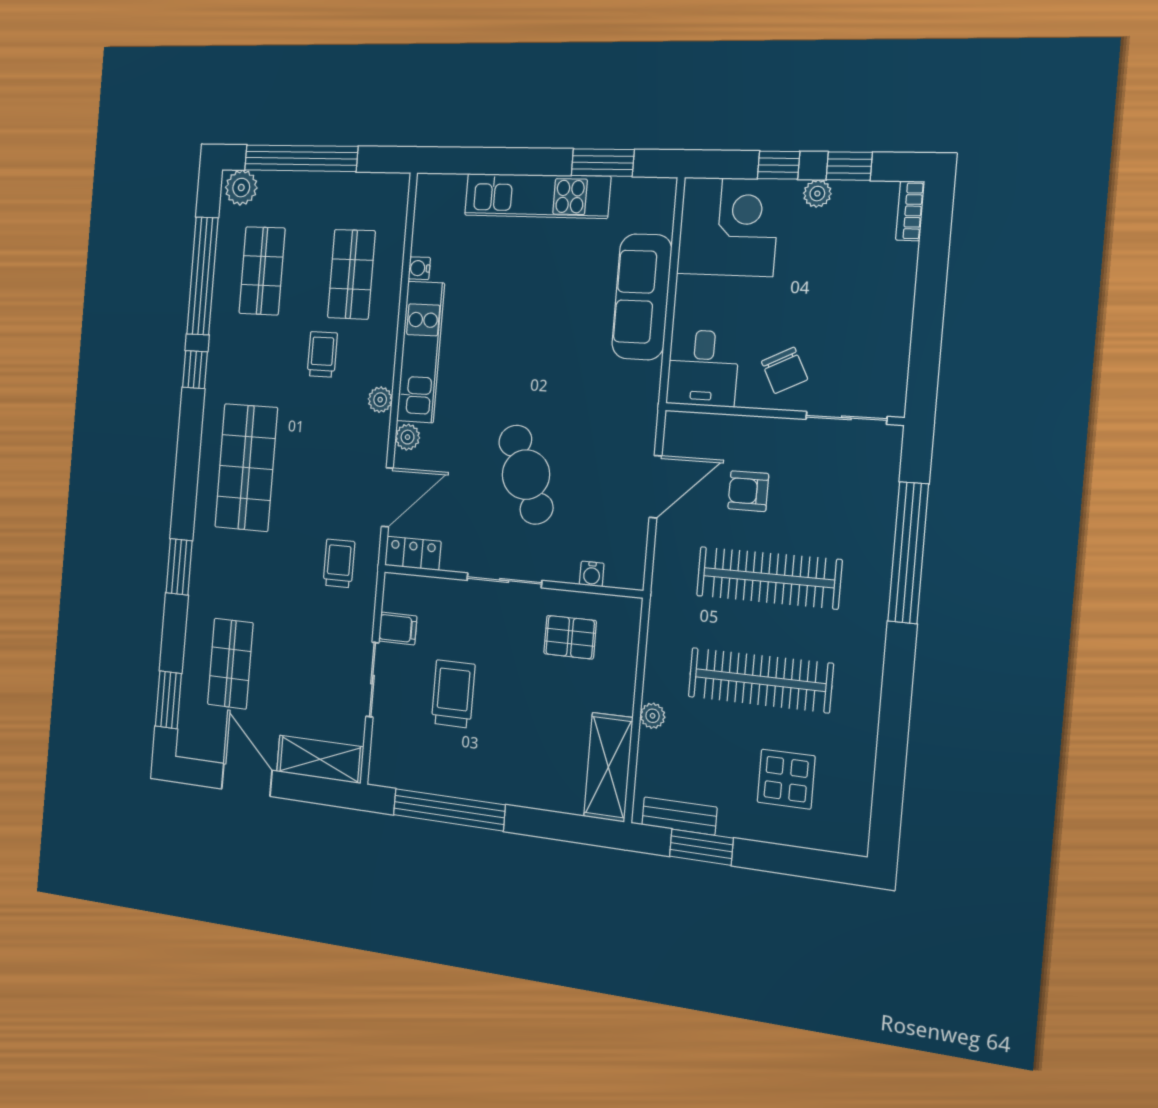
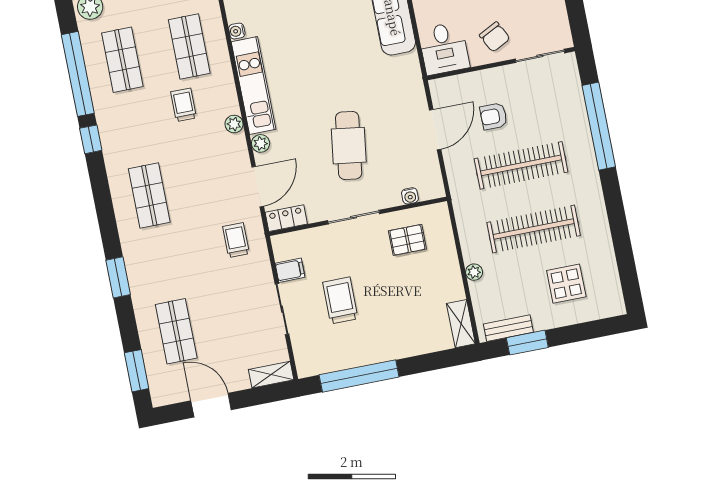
shop shelf: (246, 467) -> (149, 195), width x0.70, depth x0.74
cafe table: (526, 475) -> (349, 146), turned 31
shelving: (320, 759) -> (271, 375), width x0.67, depth x0.75
shelving: (608, 767) -> (461, 324), width x0.67, depth x0.75

